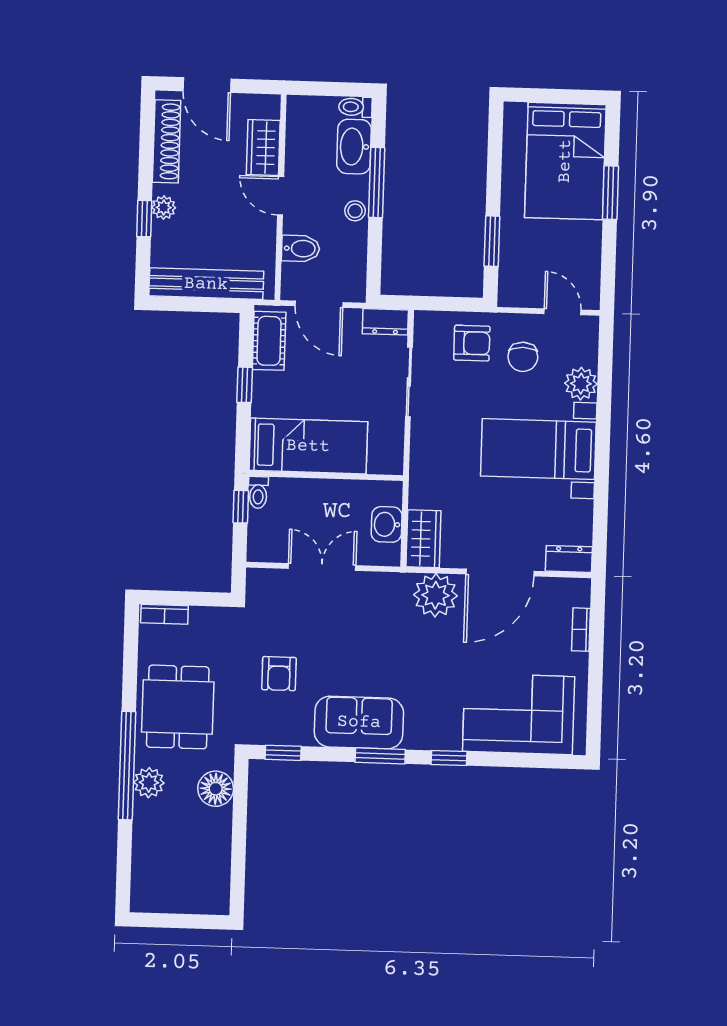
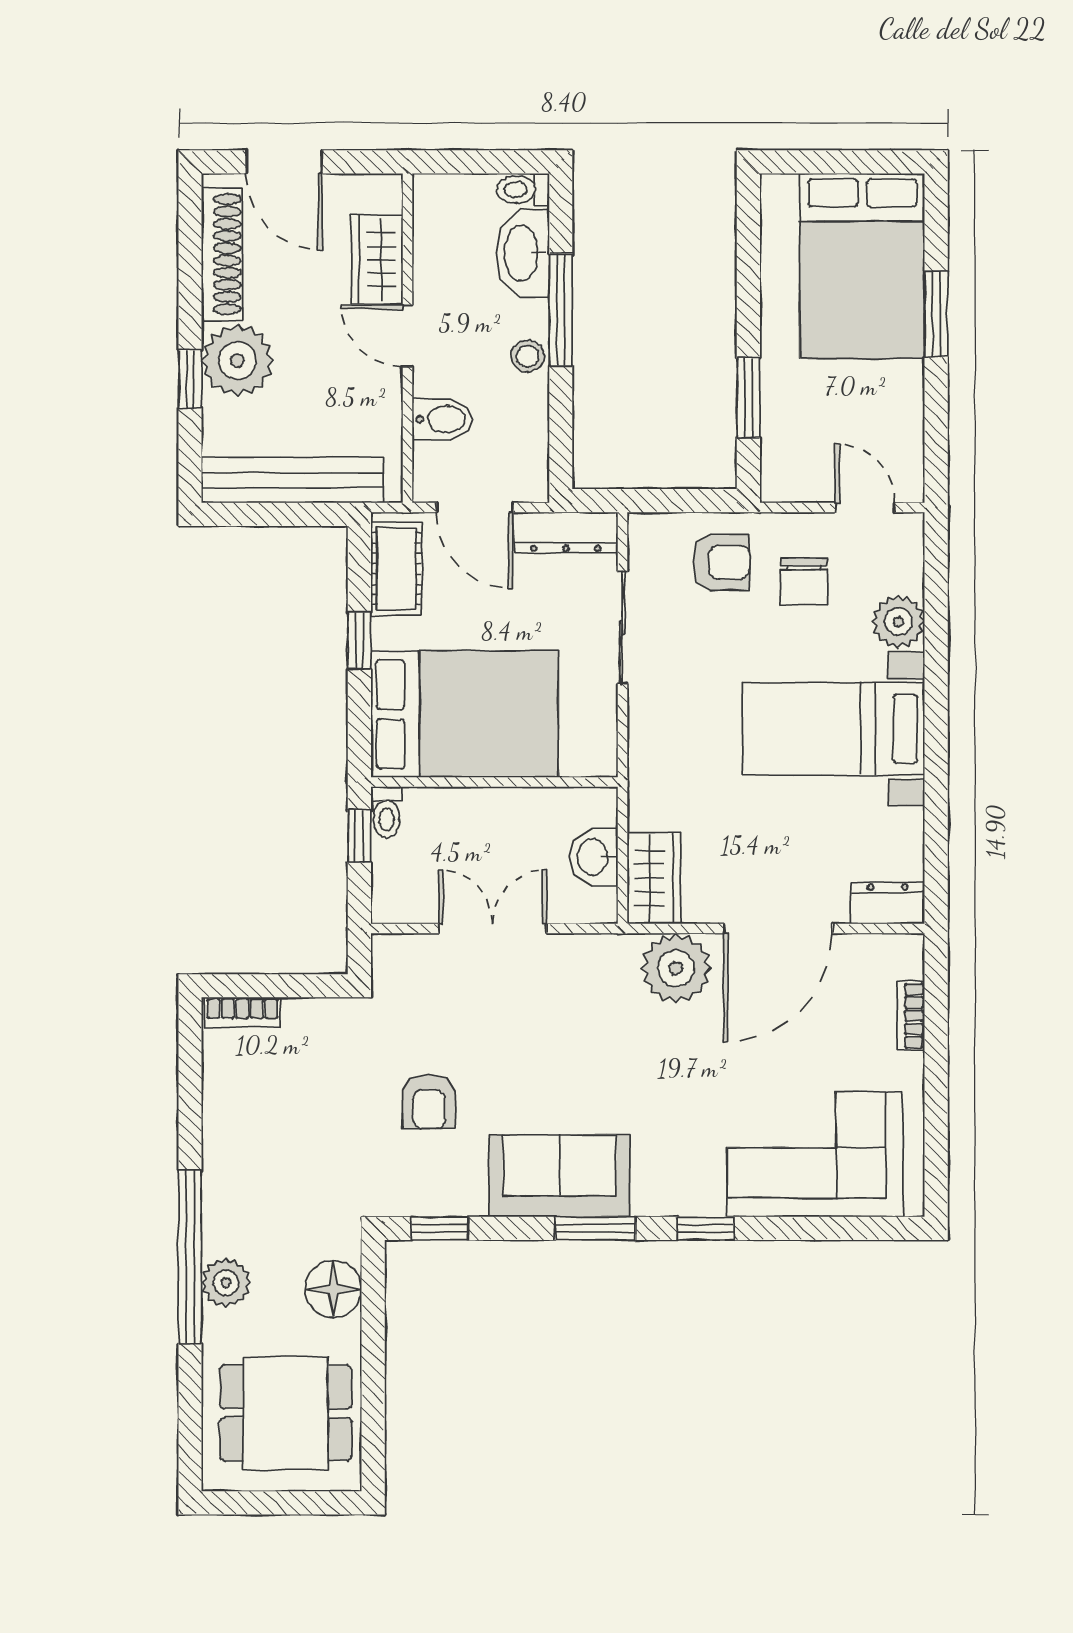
plant: (164, 208) -> (238, 360), width x1.87, depth x1.87
dresser: (385, 322) -> (566, 532), width x1.44
bed: (308, 446) -> (464, 714), width x1.50
dining table: (178, 707) -> (286, 1413), moved, turned 90

